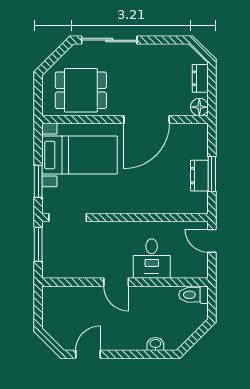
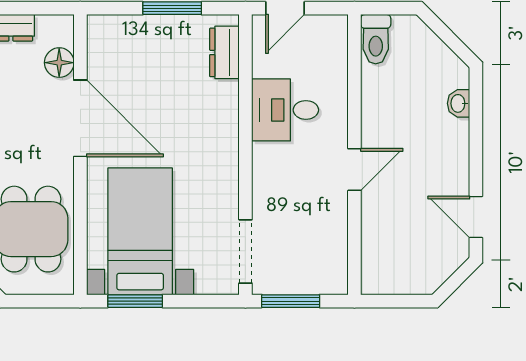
floor lamp: (199, 107) -> (59, 63), moved
dresser: (199, 176) -> (224, 52), moved, turned 90
window: (38, 181) -> (135, 301), moved
desk: (152, 259) -> (285, 110), moved, turned 180

